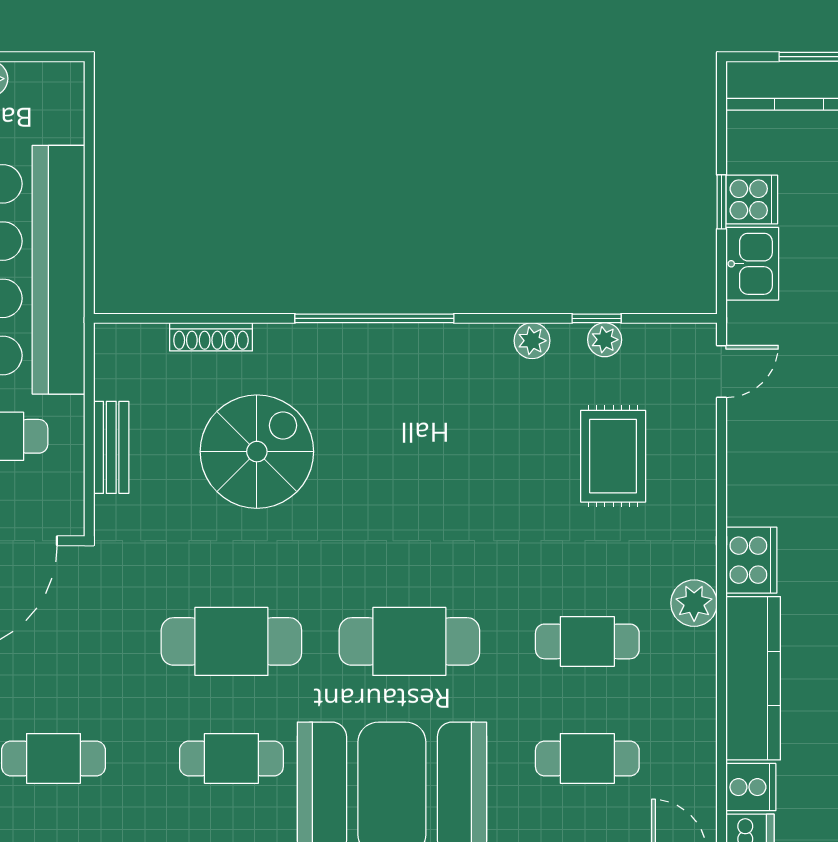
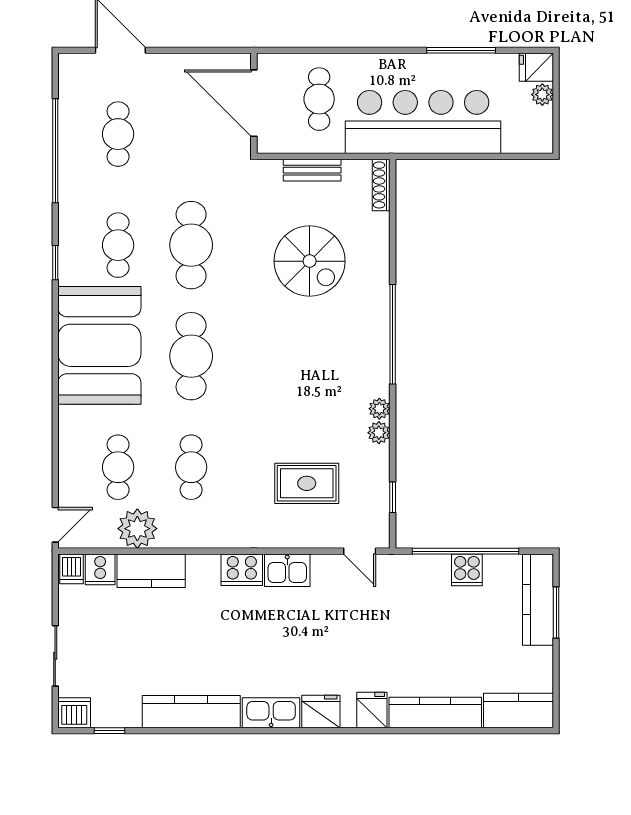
window: (722, 202) -> (465, 551), width x3.17
kitchen sink: (752, 264) -> (287, 570), moved
window: (597, 318) -> (393, 497), moved
shoe rack: (211, 337) -> (381, 185), moved
plant: (605, 340) -> (379, 409), moved
plant: (694, 603) -> (137, 529), moved, width x1.36, depth x1.36
kitchen counter: (753, 678) -> (151, 571), width x0.67

